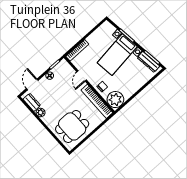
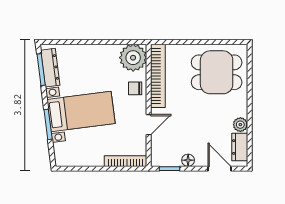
door: (32, 84) -> (219, 169), swing flipped

